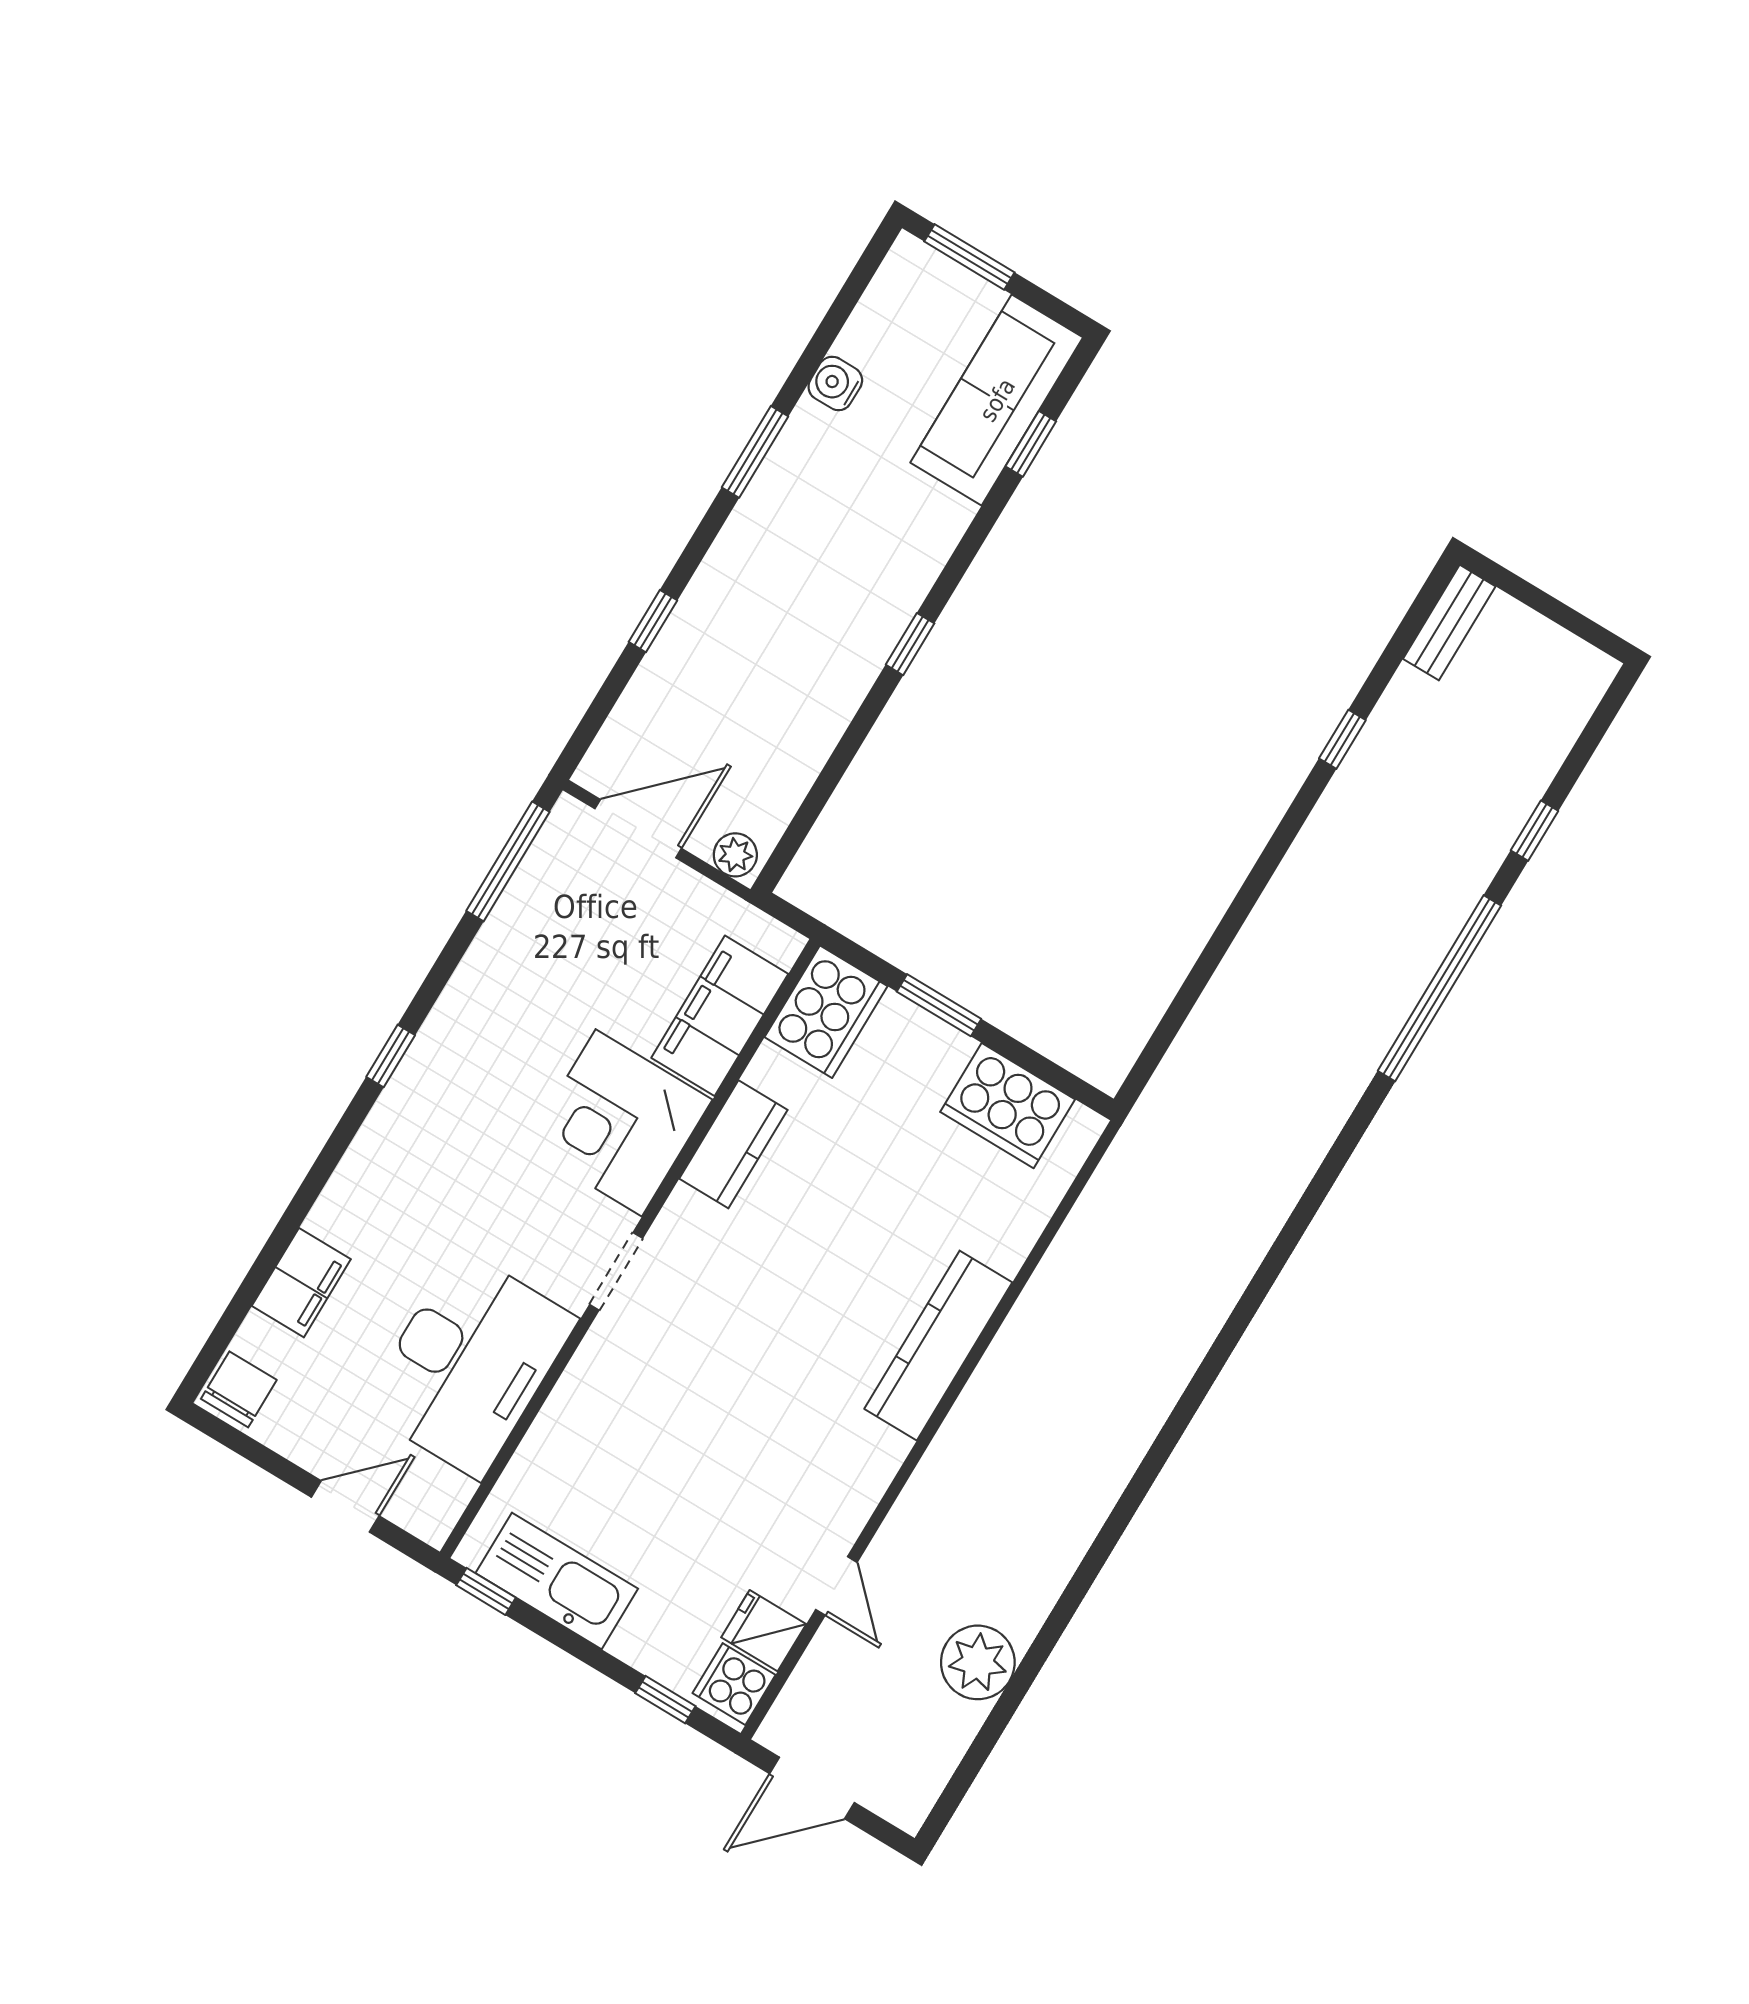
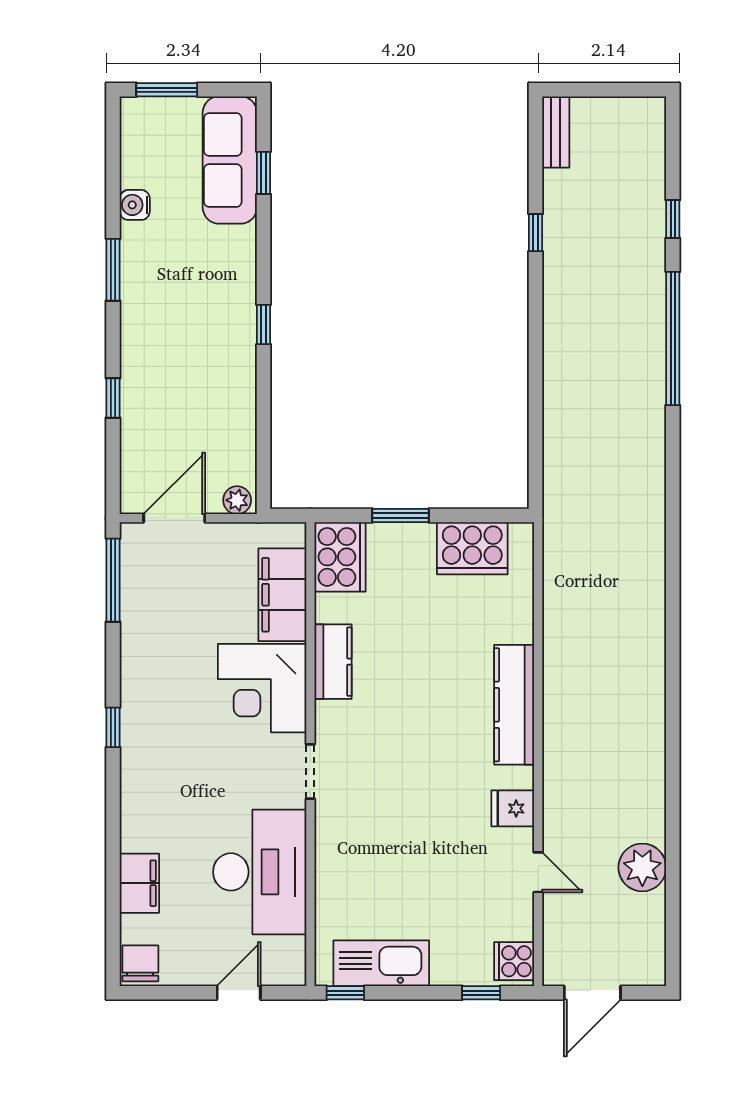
fridge: (764, 1631) -> (513, 808), moved

